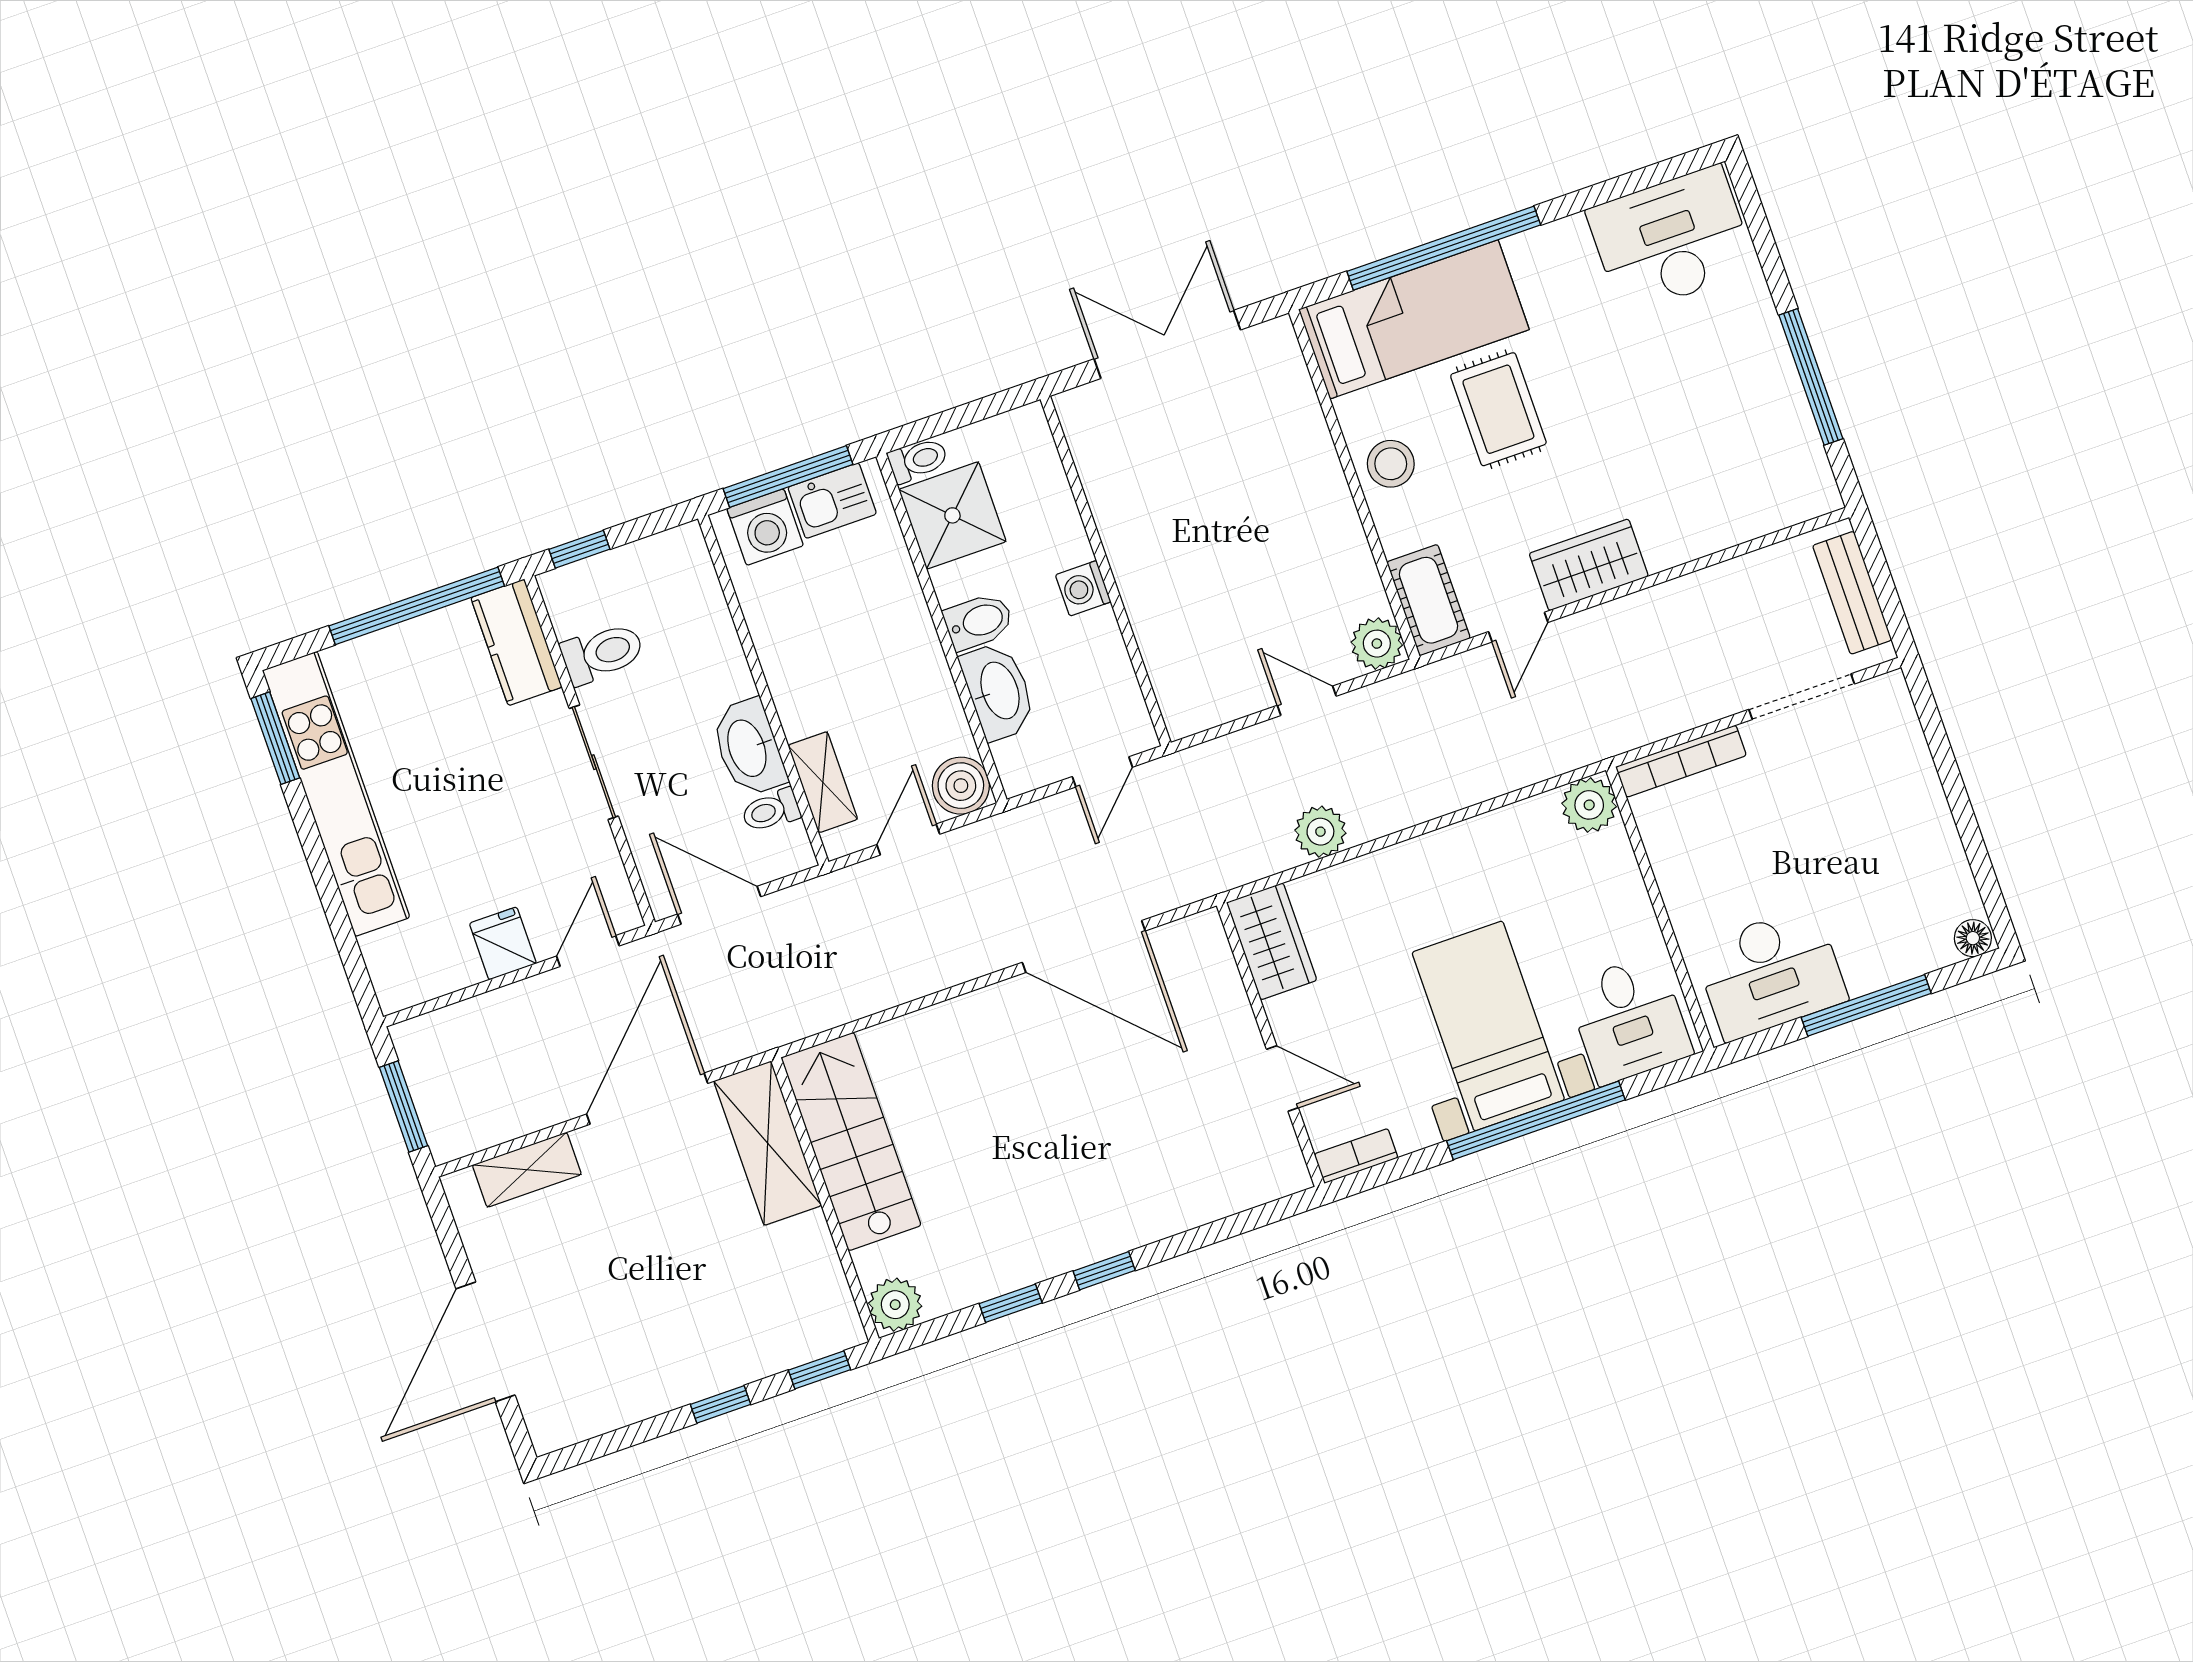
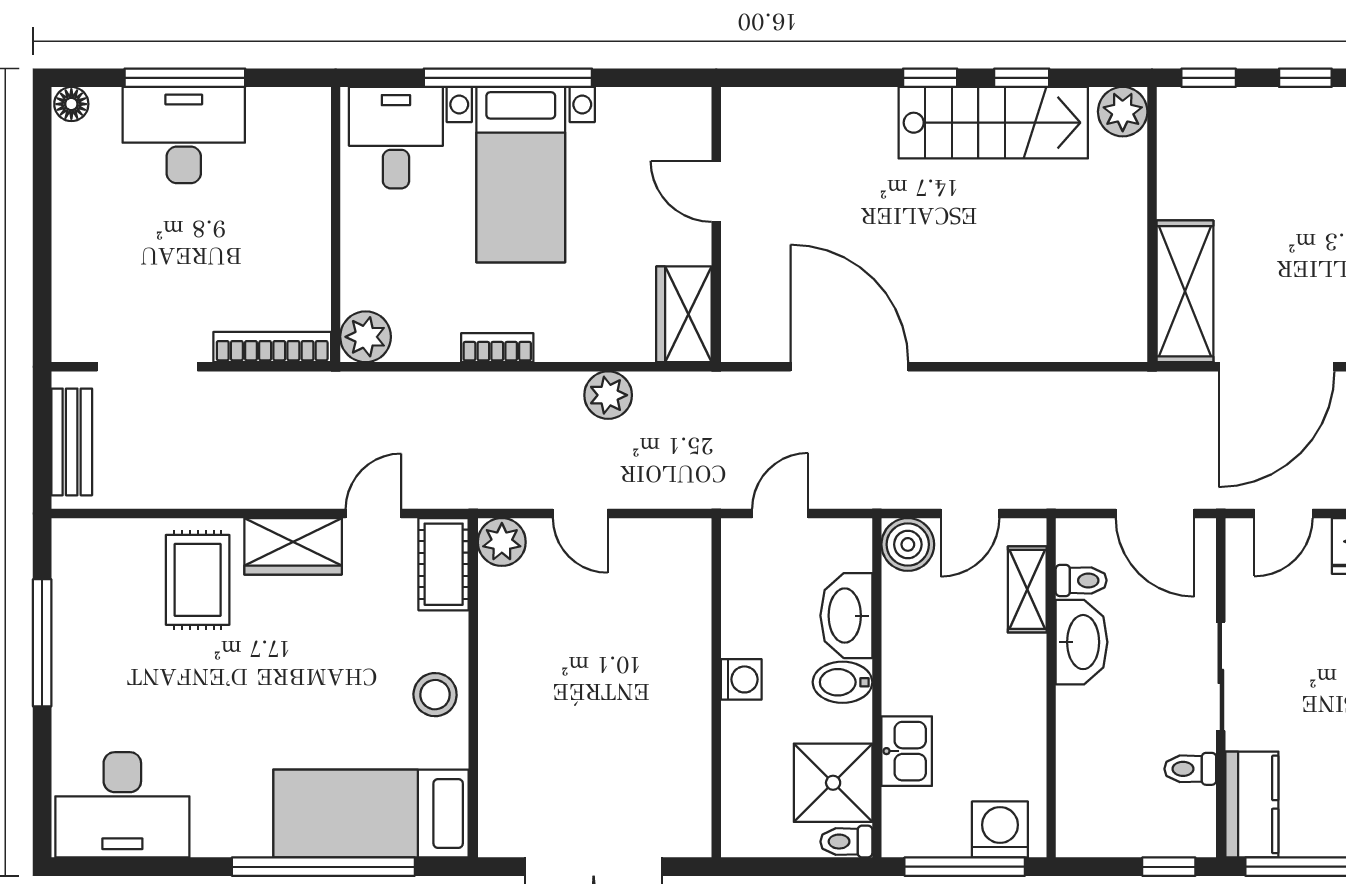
rug: (1498, 409) -> (198, 580), moved
kitchen sink: (832, 501) -> (907, 751), moved, turned 90
toilet: (602, 653) -> (1190, 769), width x0.73, depth x0.72
desk: (1770, 973) -> (184, 135), moved
stairs: (851, 1141) -> (993, 123), moved, turned -90
bookcase: (1356, 1156) -> (497, 348), moved, turned 180

